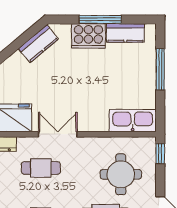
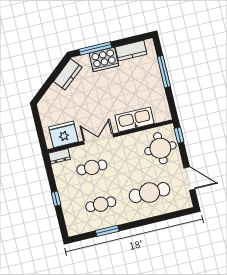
window: (100, 19) -> (95, 48), moved
kitchen sink: (133, 121) -> (134, 119), moved
round table: (121, 174) -> (160, 148), moved

